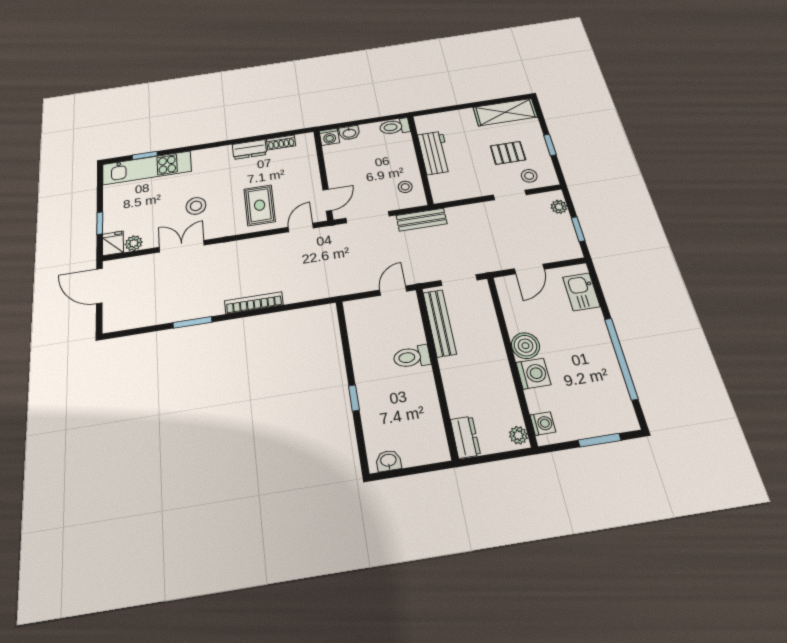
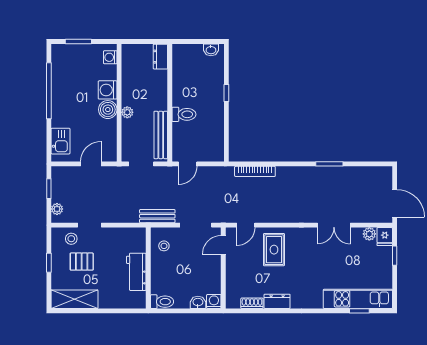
stool: (196, 206) -> (322, 258), removed
bookcase: (254, 303) -> (255, 171), moved
plant: (518, 435) -> (127, 112), moved

